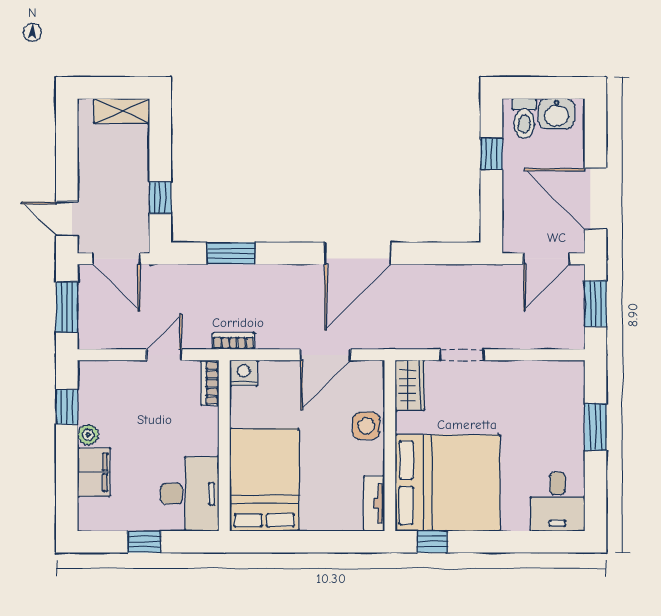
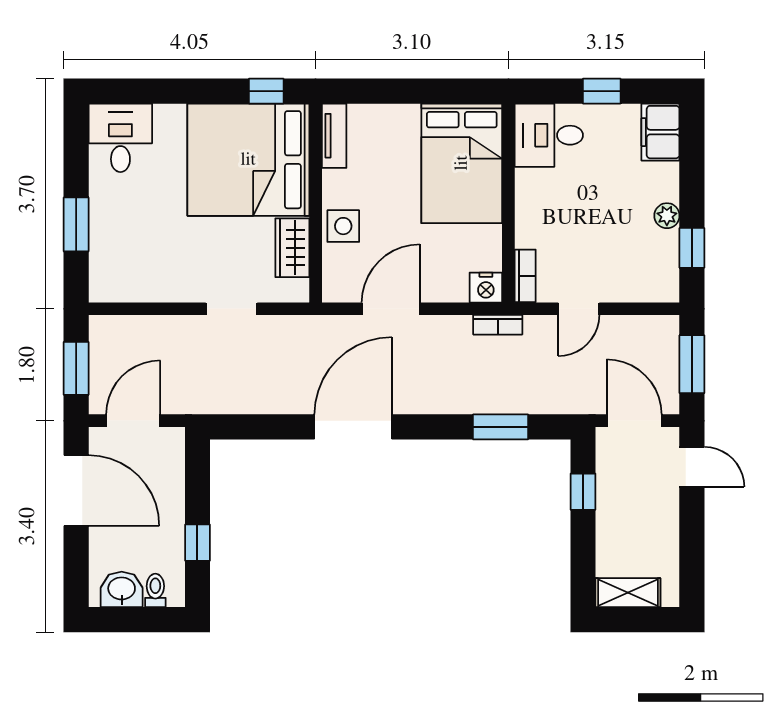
toilet: (524, 118) -> (155, 590), width x0.73, depth x0.72
wardrobe: (410, 385) -> (292, 248), moved
filing cabinet: (94, 472) -> (660, 132), moved
desk: (190, 494) -> (549, 135), width x0.73

